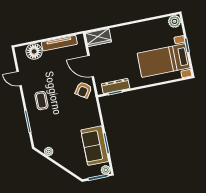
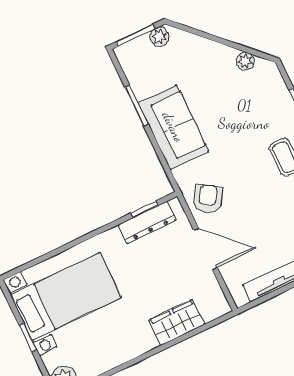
wardrobe: (98, 37) -> (177, 322), moved
sofa: (95, 146) -> (173, 127), moved
plant: (106, 170) -> (160, 37), moved

